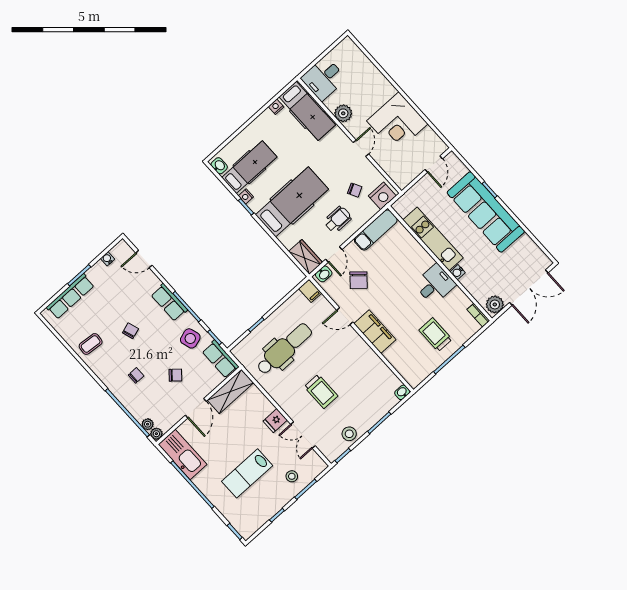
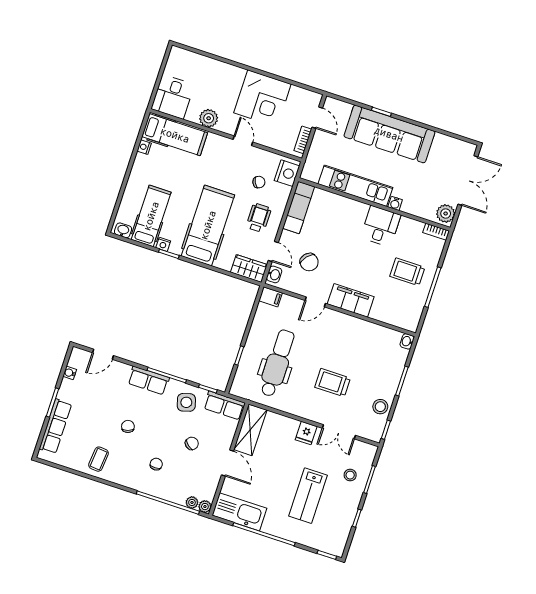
bookcase: (411, 176) -> (303, 140), added
trolley: (321, 391) -> (333, 383), turned 180

